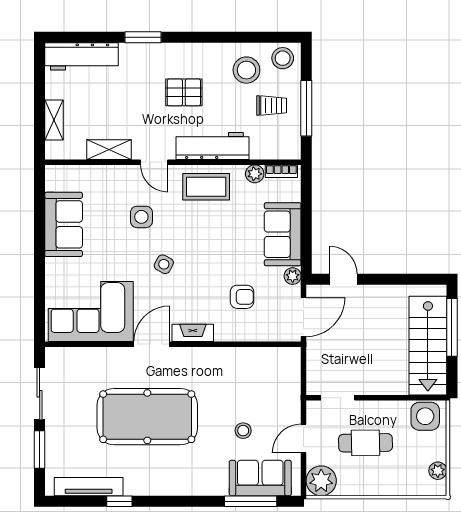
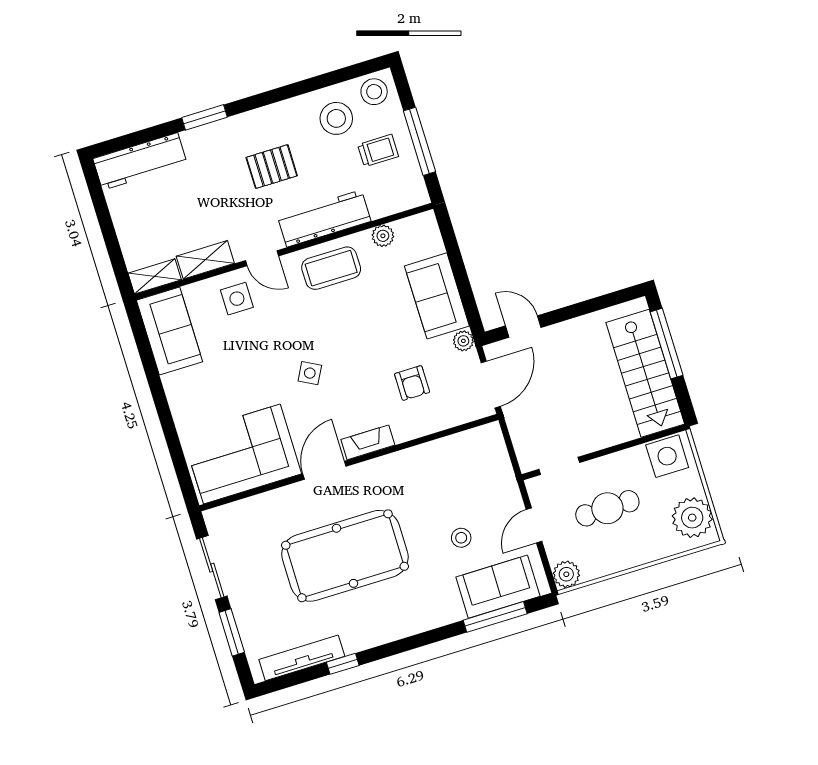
shelving: (54, 120) -> (155, 276), moved, turned 90
bookcase: (281, 171) -> (413, 223), removed
side table: (141, 217) -> (237, 299), moved
sofa: (64, 224) -> (170, 331), moved
armchair: (242, 297) -> (412, 383), turned 90
plant: (438, 471) -> (692, 518), width x1.87, depth x1.87
plant: (321, 481) -> (566, 574), width x0.73, depth x0.73

